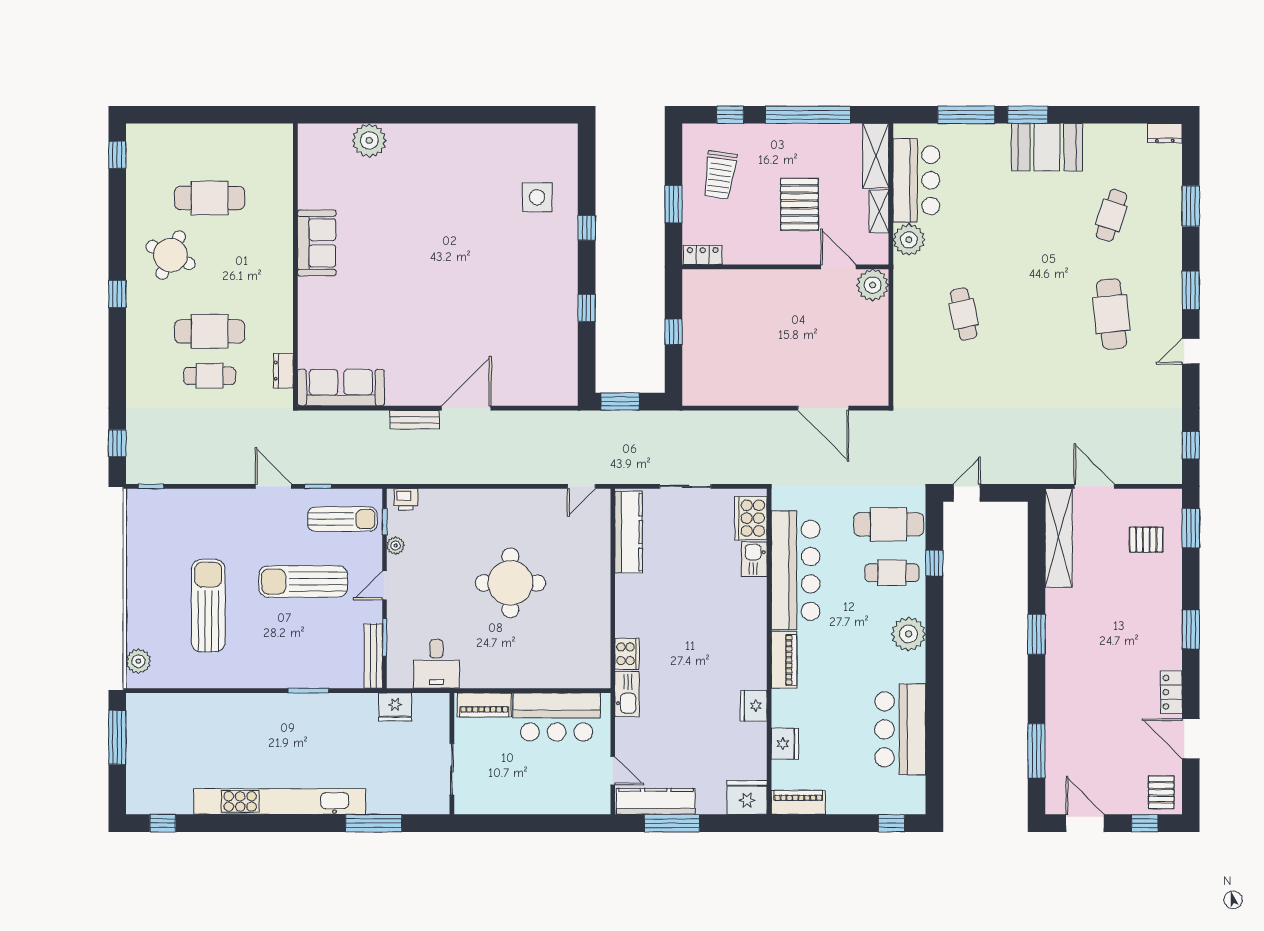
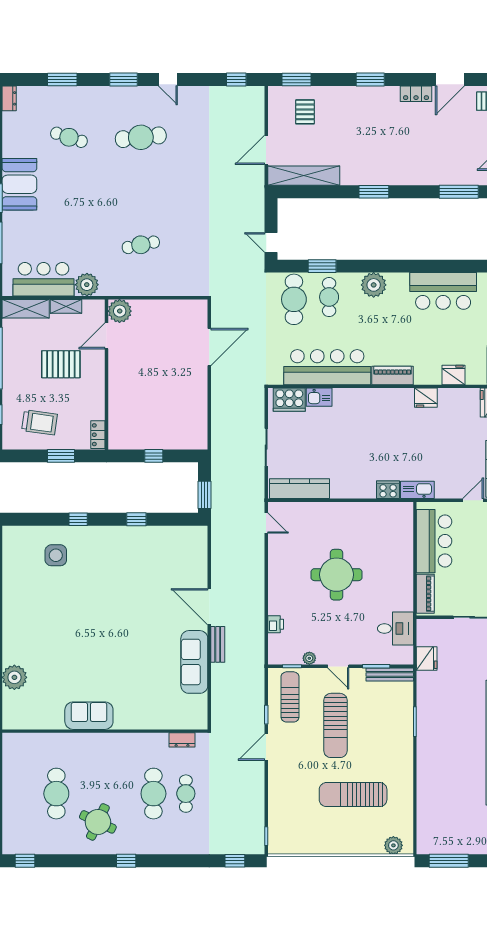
sofa: (341, 388) -> (194, 662), moved
printer: (406, 499) -> (276, 624), moved
window: (934, 563) -> (322, 266), width x1.50

